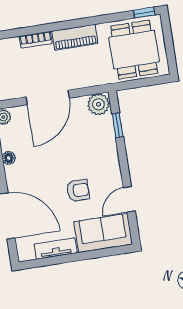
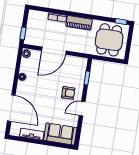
plant: (98, 104) -> (80, 63), removed
armchair: (78, 190) -> (68, 93), moved
door: (129, 199) -> (82, 109), moved

